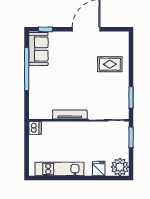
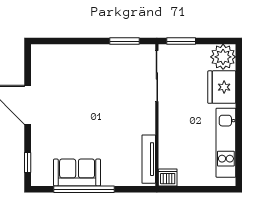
sofa: (38, 49) -> (77, 172), moved
rug: (110, 64) -> (77, 71), removed
tv unit: (70, 115) -> (149, 159), moved
fridge: (99, 168) -> (222, 87), width x1.88, depth x1.34

